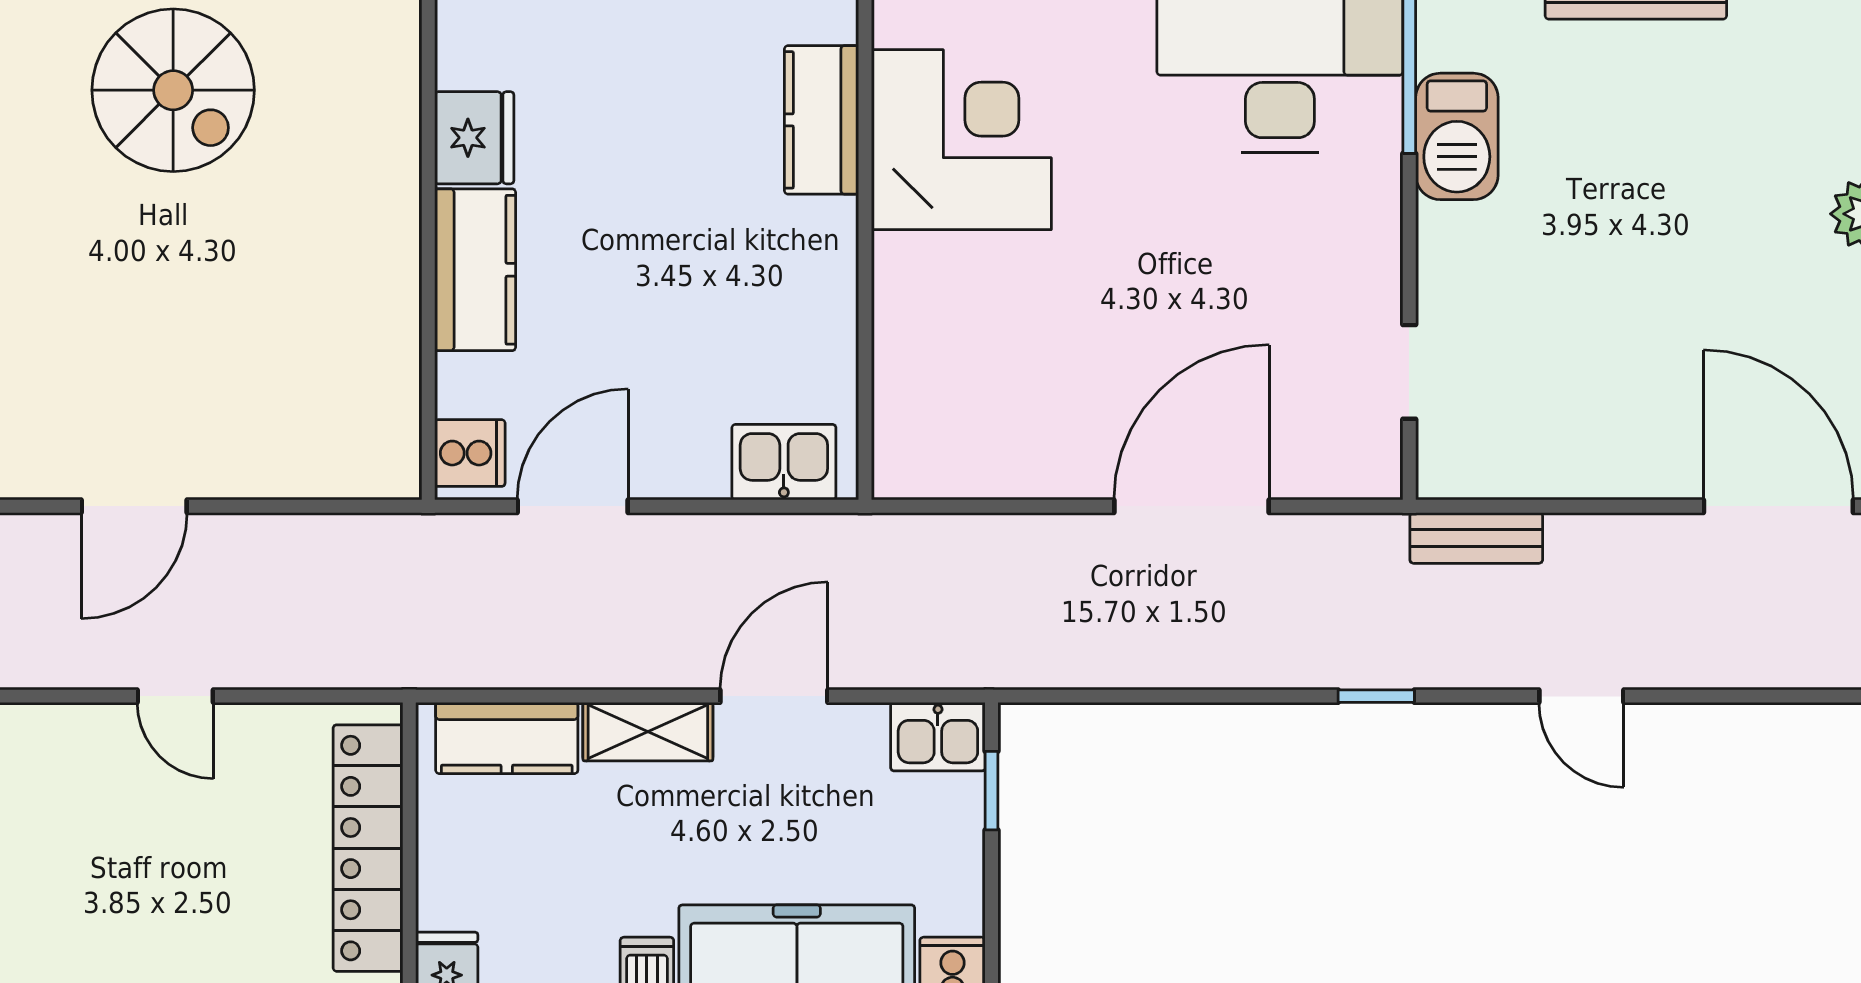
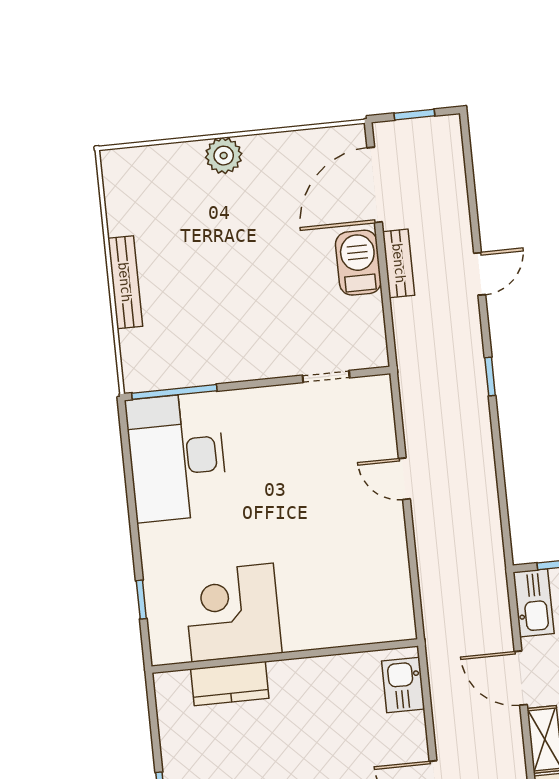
barbecue: (1457, 136) -> (358, 263), moved, turned -90
door: (1192, 506) -> (404, 479), width x0.53
bench: (1476, 538) -> (399, 263), moved
kitchen sink: (938, 737) -> (534, 603), width x1.38

